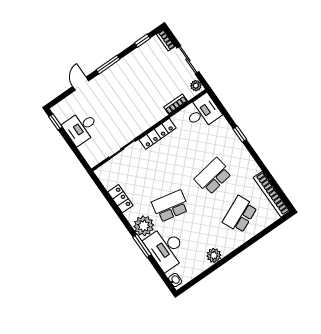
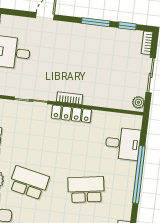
window: (108, 65) -> (96, 22), moved
bookcase: (176, 104) -> (70, 98), moved
desk: (203, 112) -> (123, 144), moved
window: (240, 134) -> (139, 174), width x3.17

